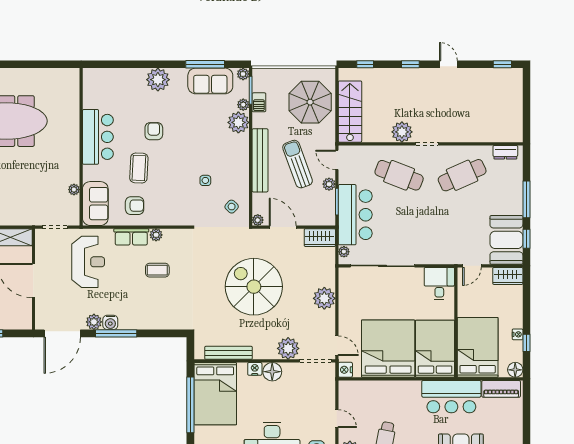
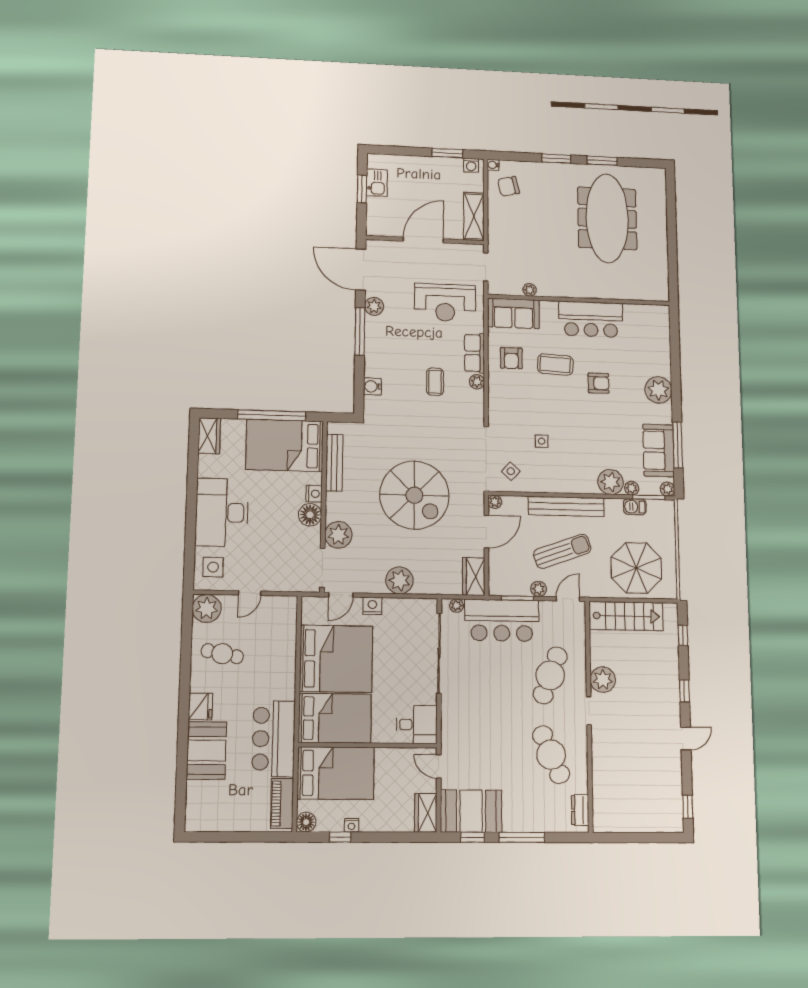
spiral stairs: (254, 287) -> (414, 495), turned 90
water cooler: (110, 322) -> (372, 386), moved
nightstand: (345, 370) -> (372, 606), moved

